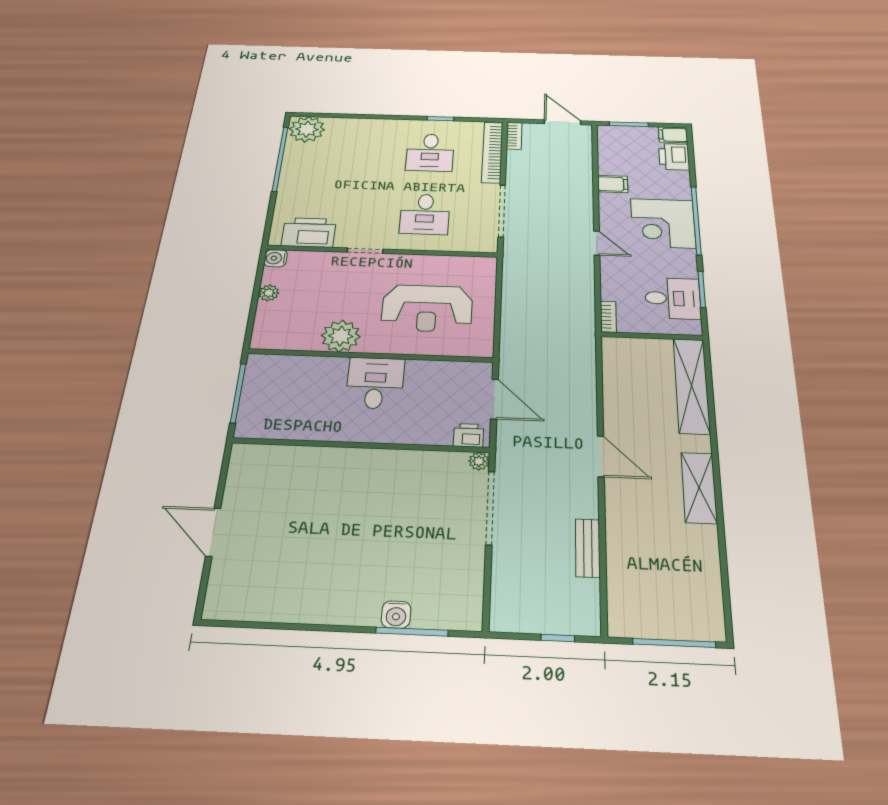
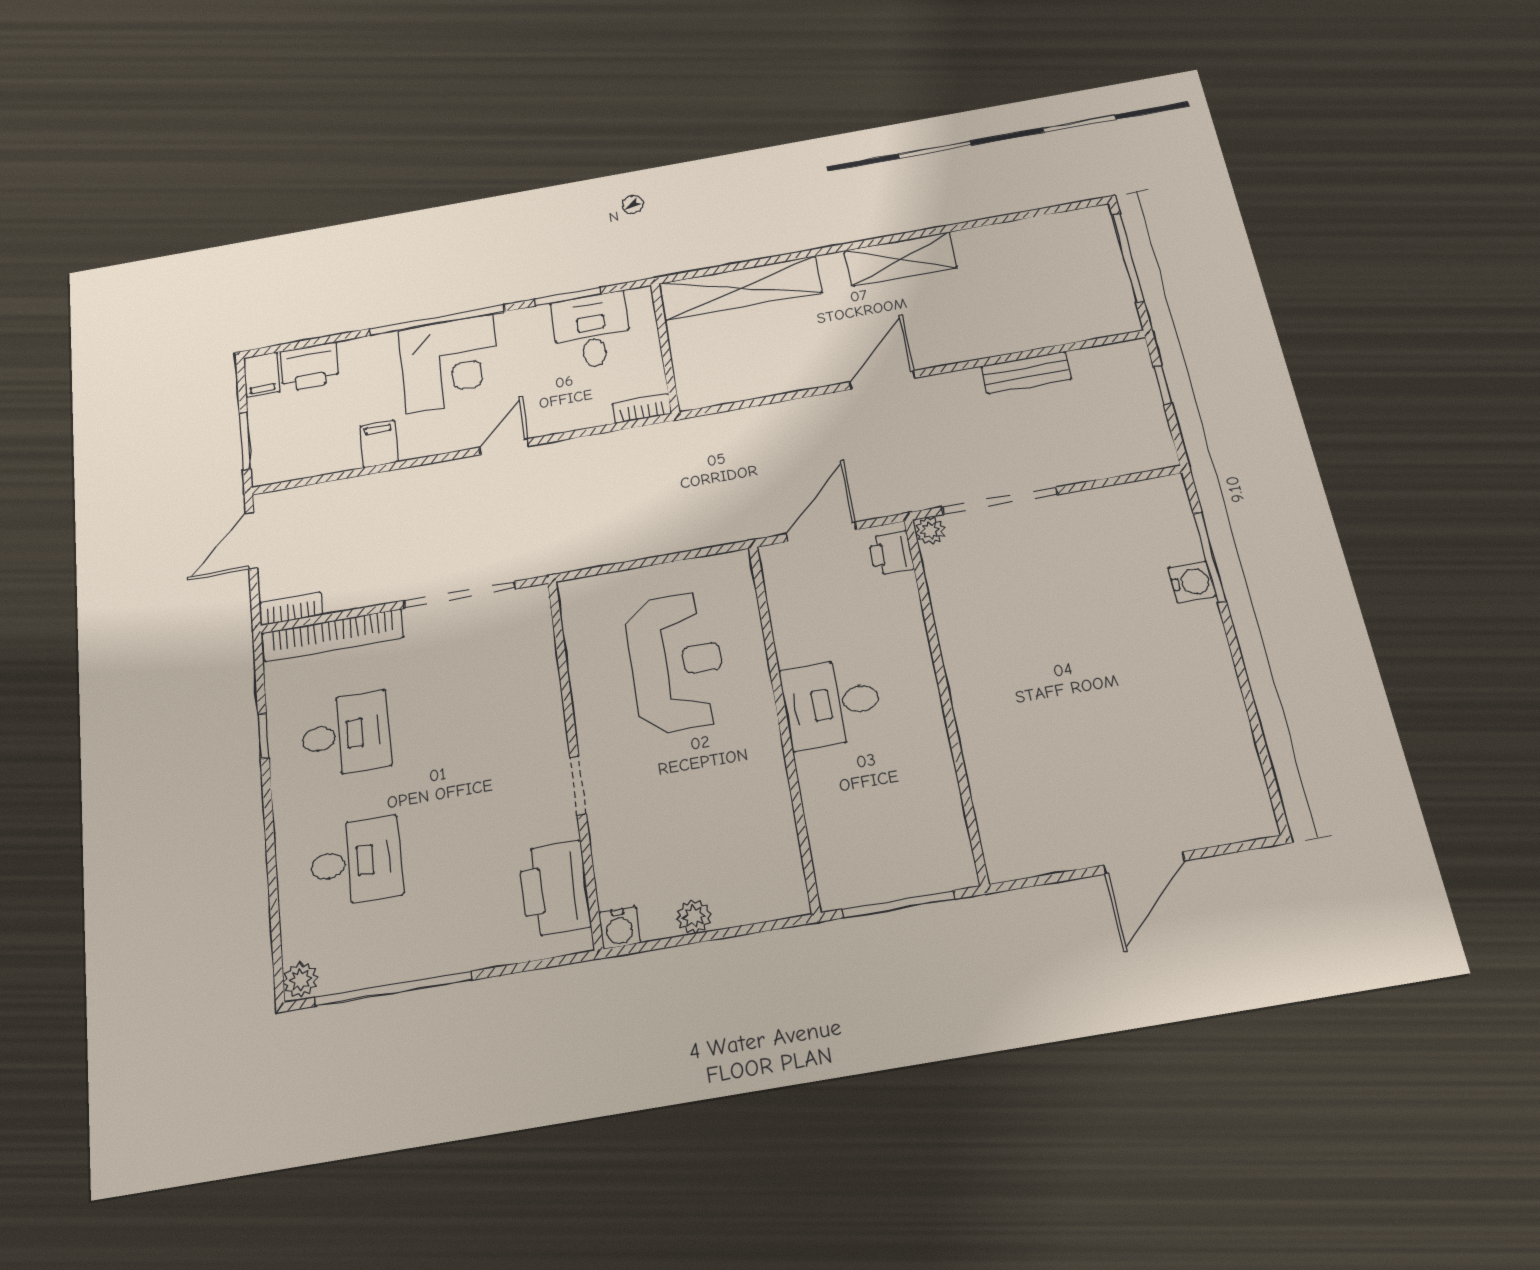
plant: (307, 129) -> (300, 980), width x0.53, depth x0.53
desk: (425, 214) -> (356, 862), moved
plant: (341, 336) -> (756, 778), removed

